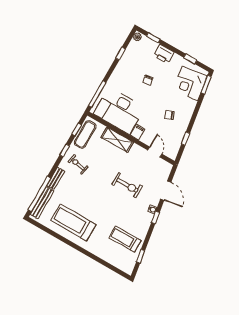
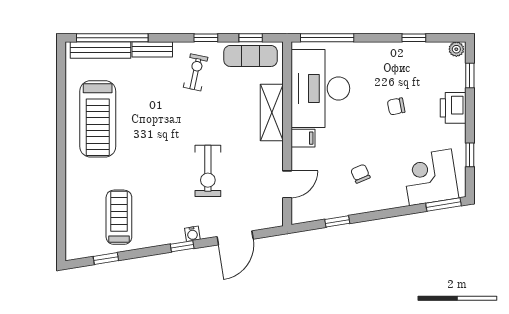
treadmill: (73, 223) -> (98, 119), turned 180

